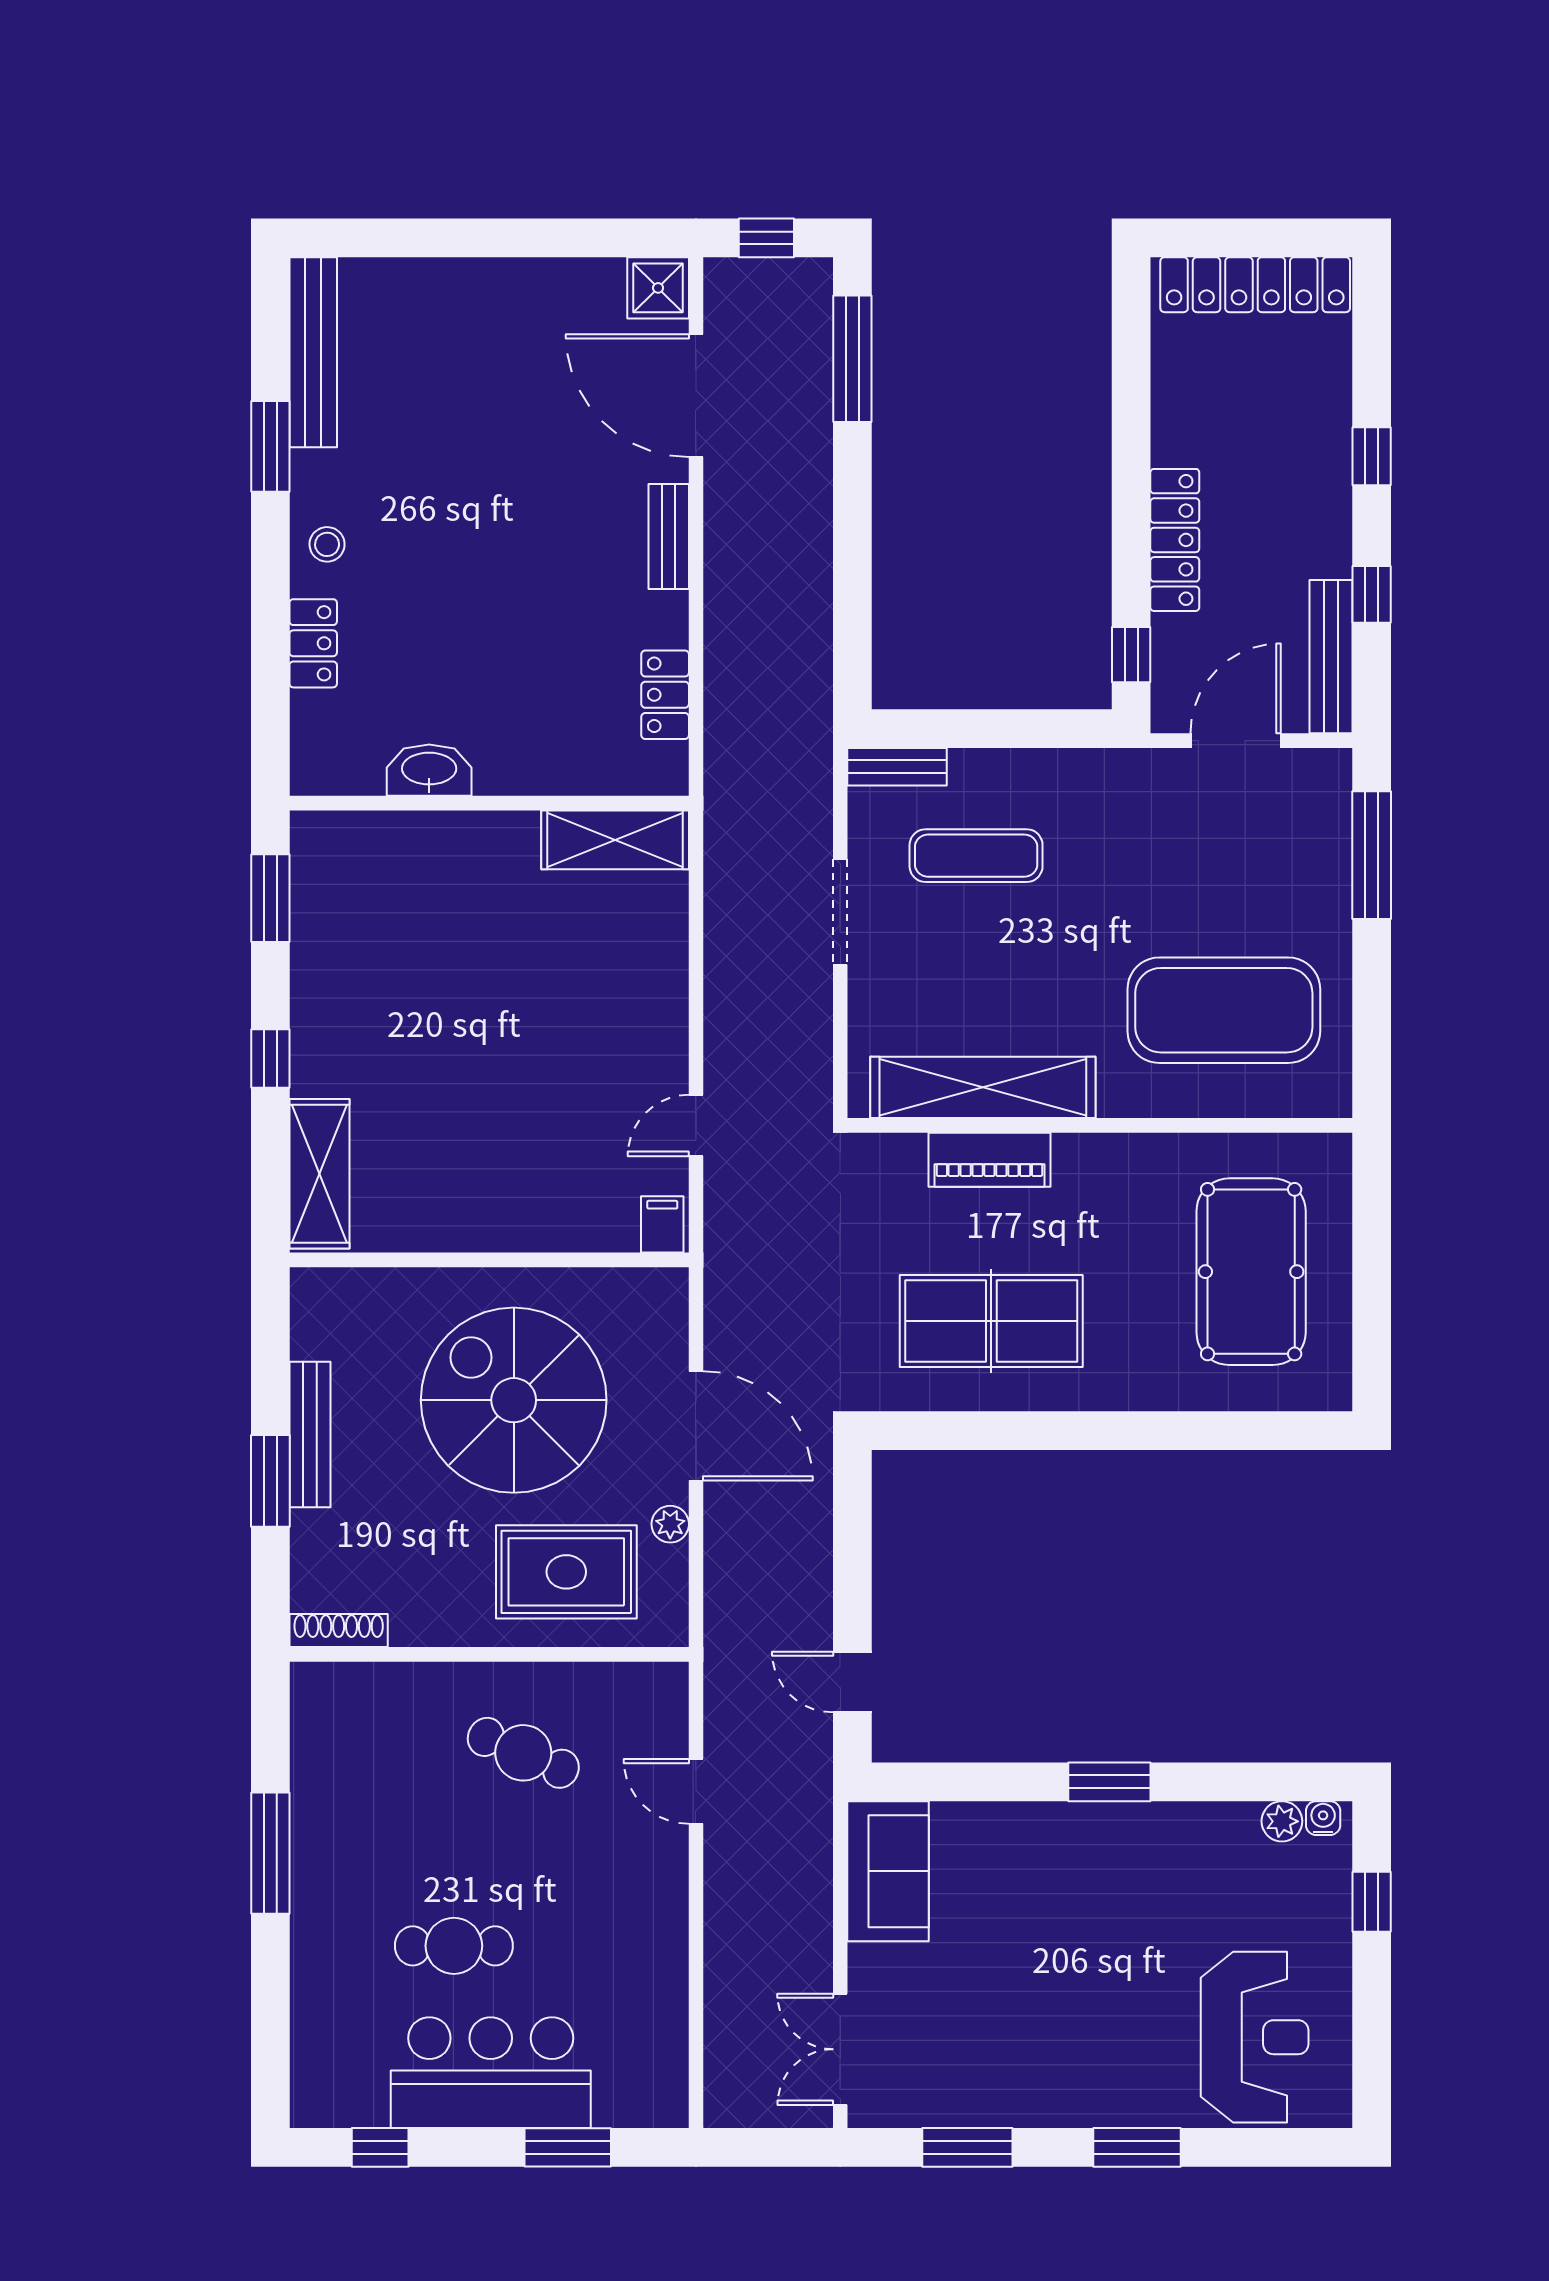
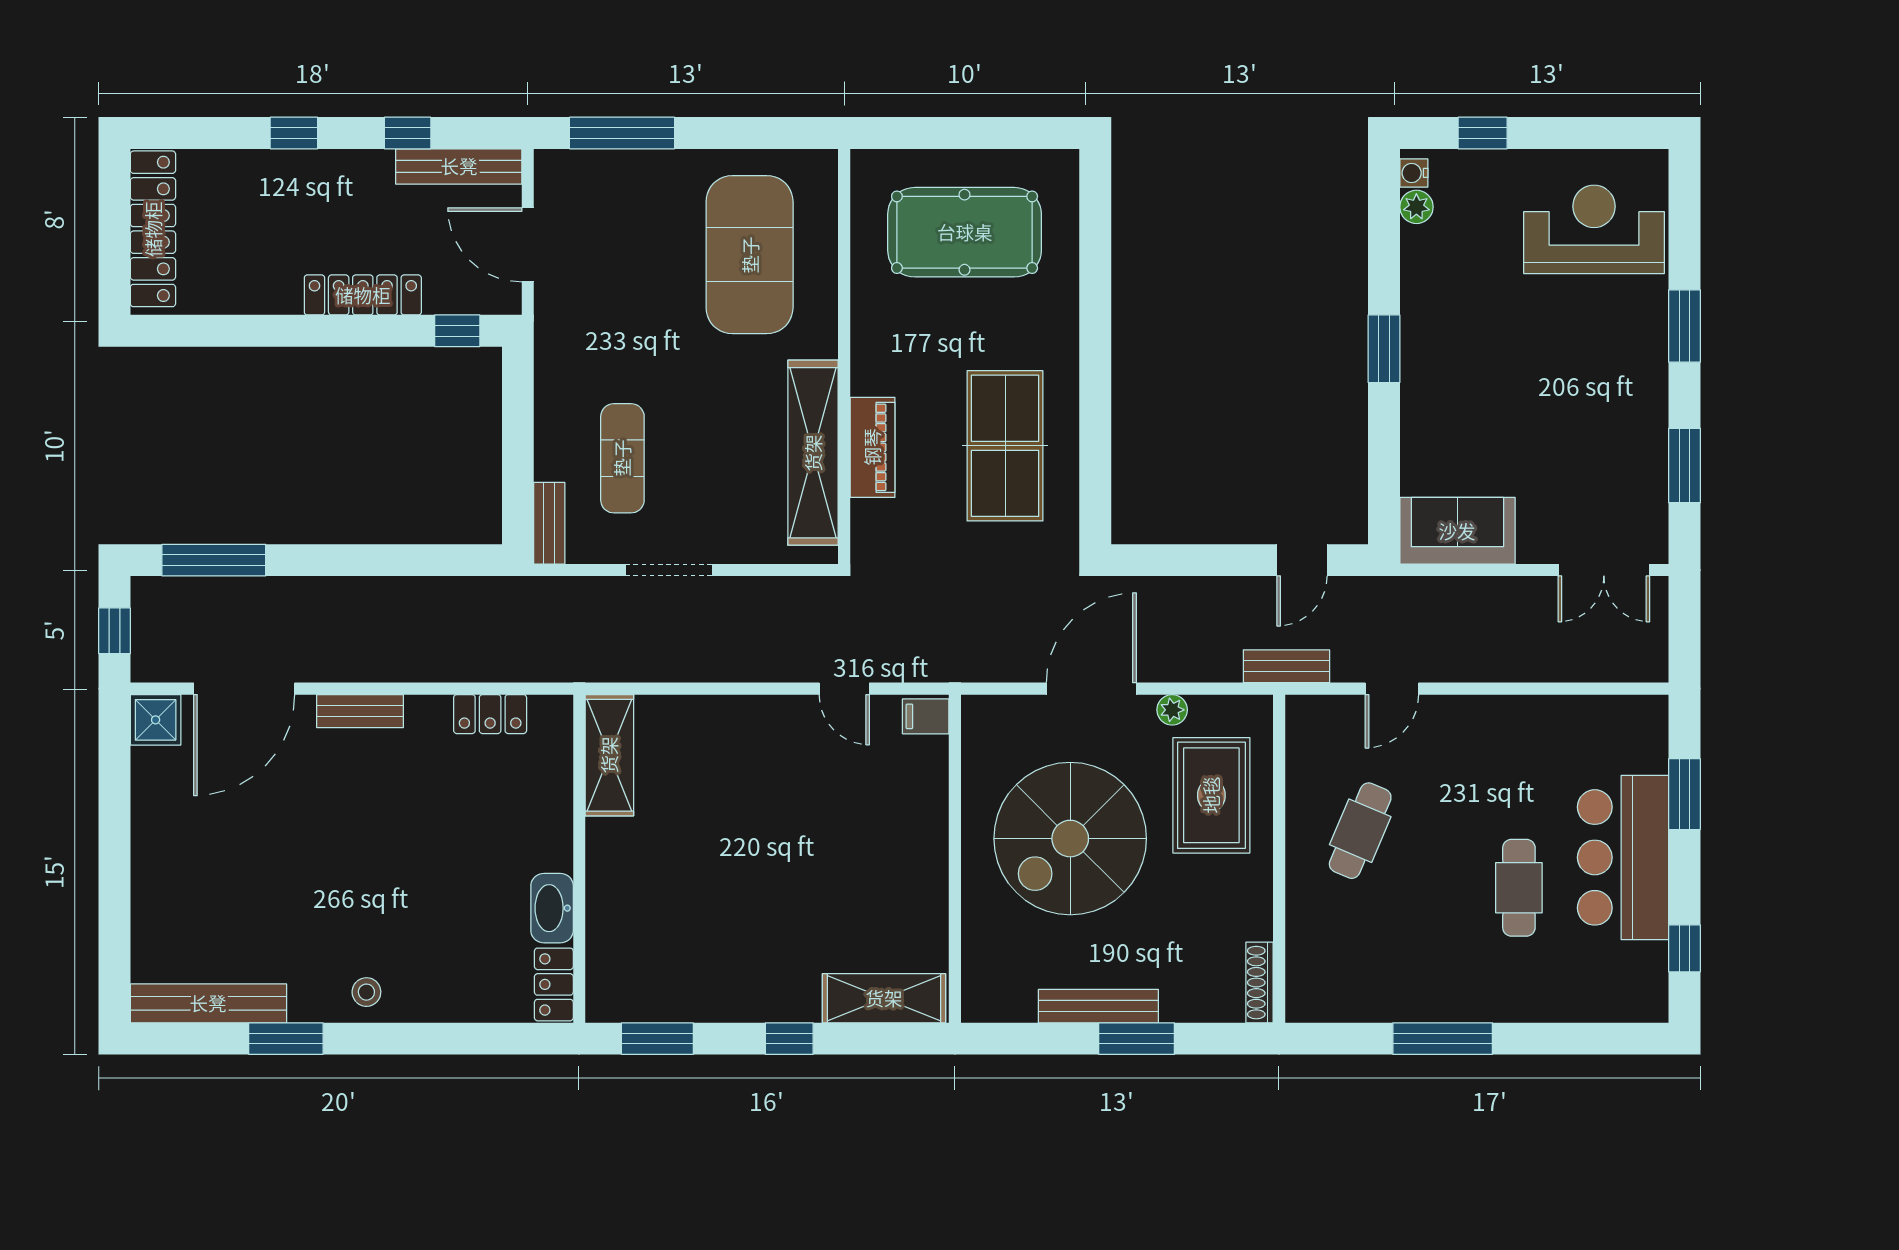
locker: (313, 643) -> (554, 984), moved, turned -90
bench: (723, 1663) -> (1286, 666), added

